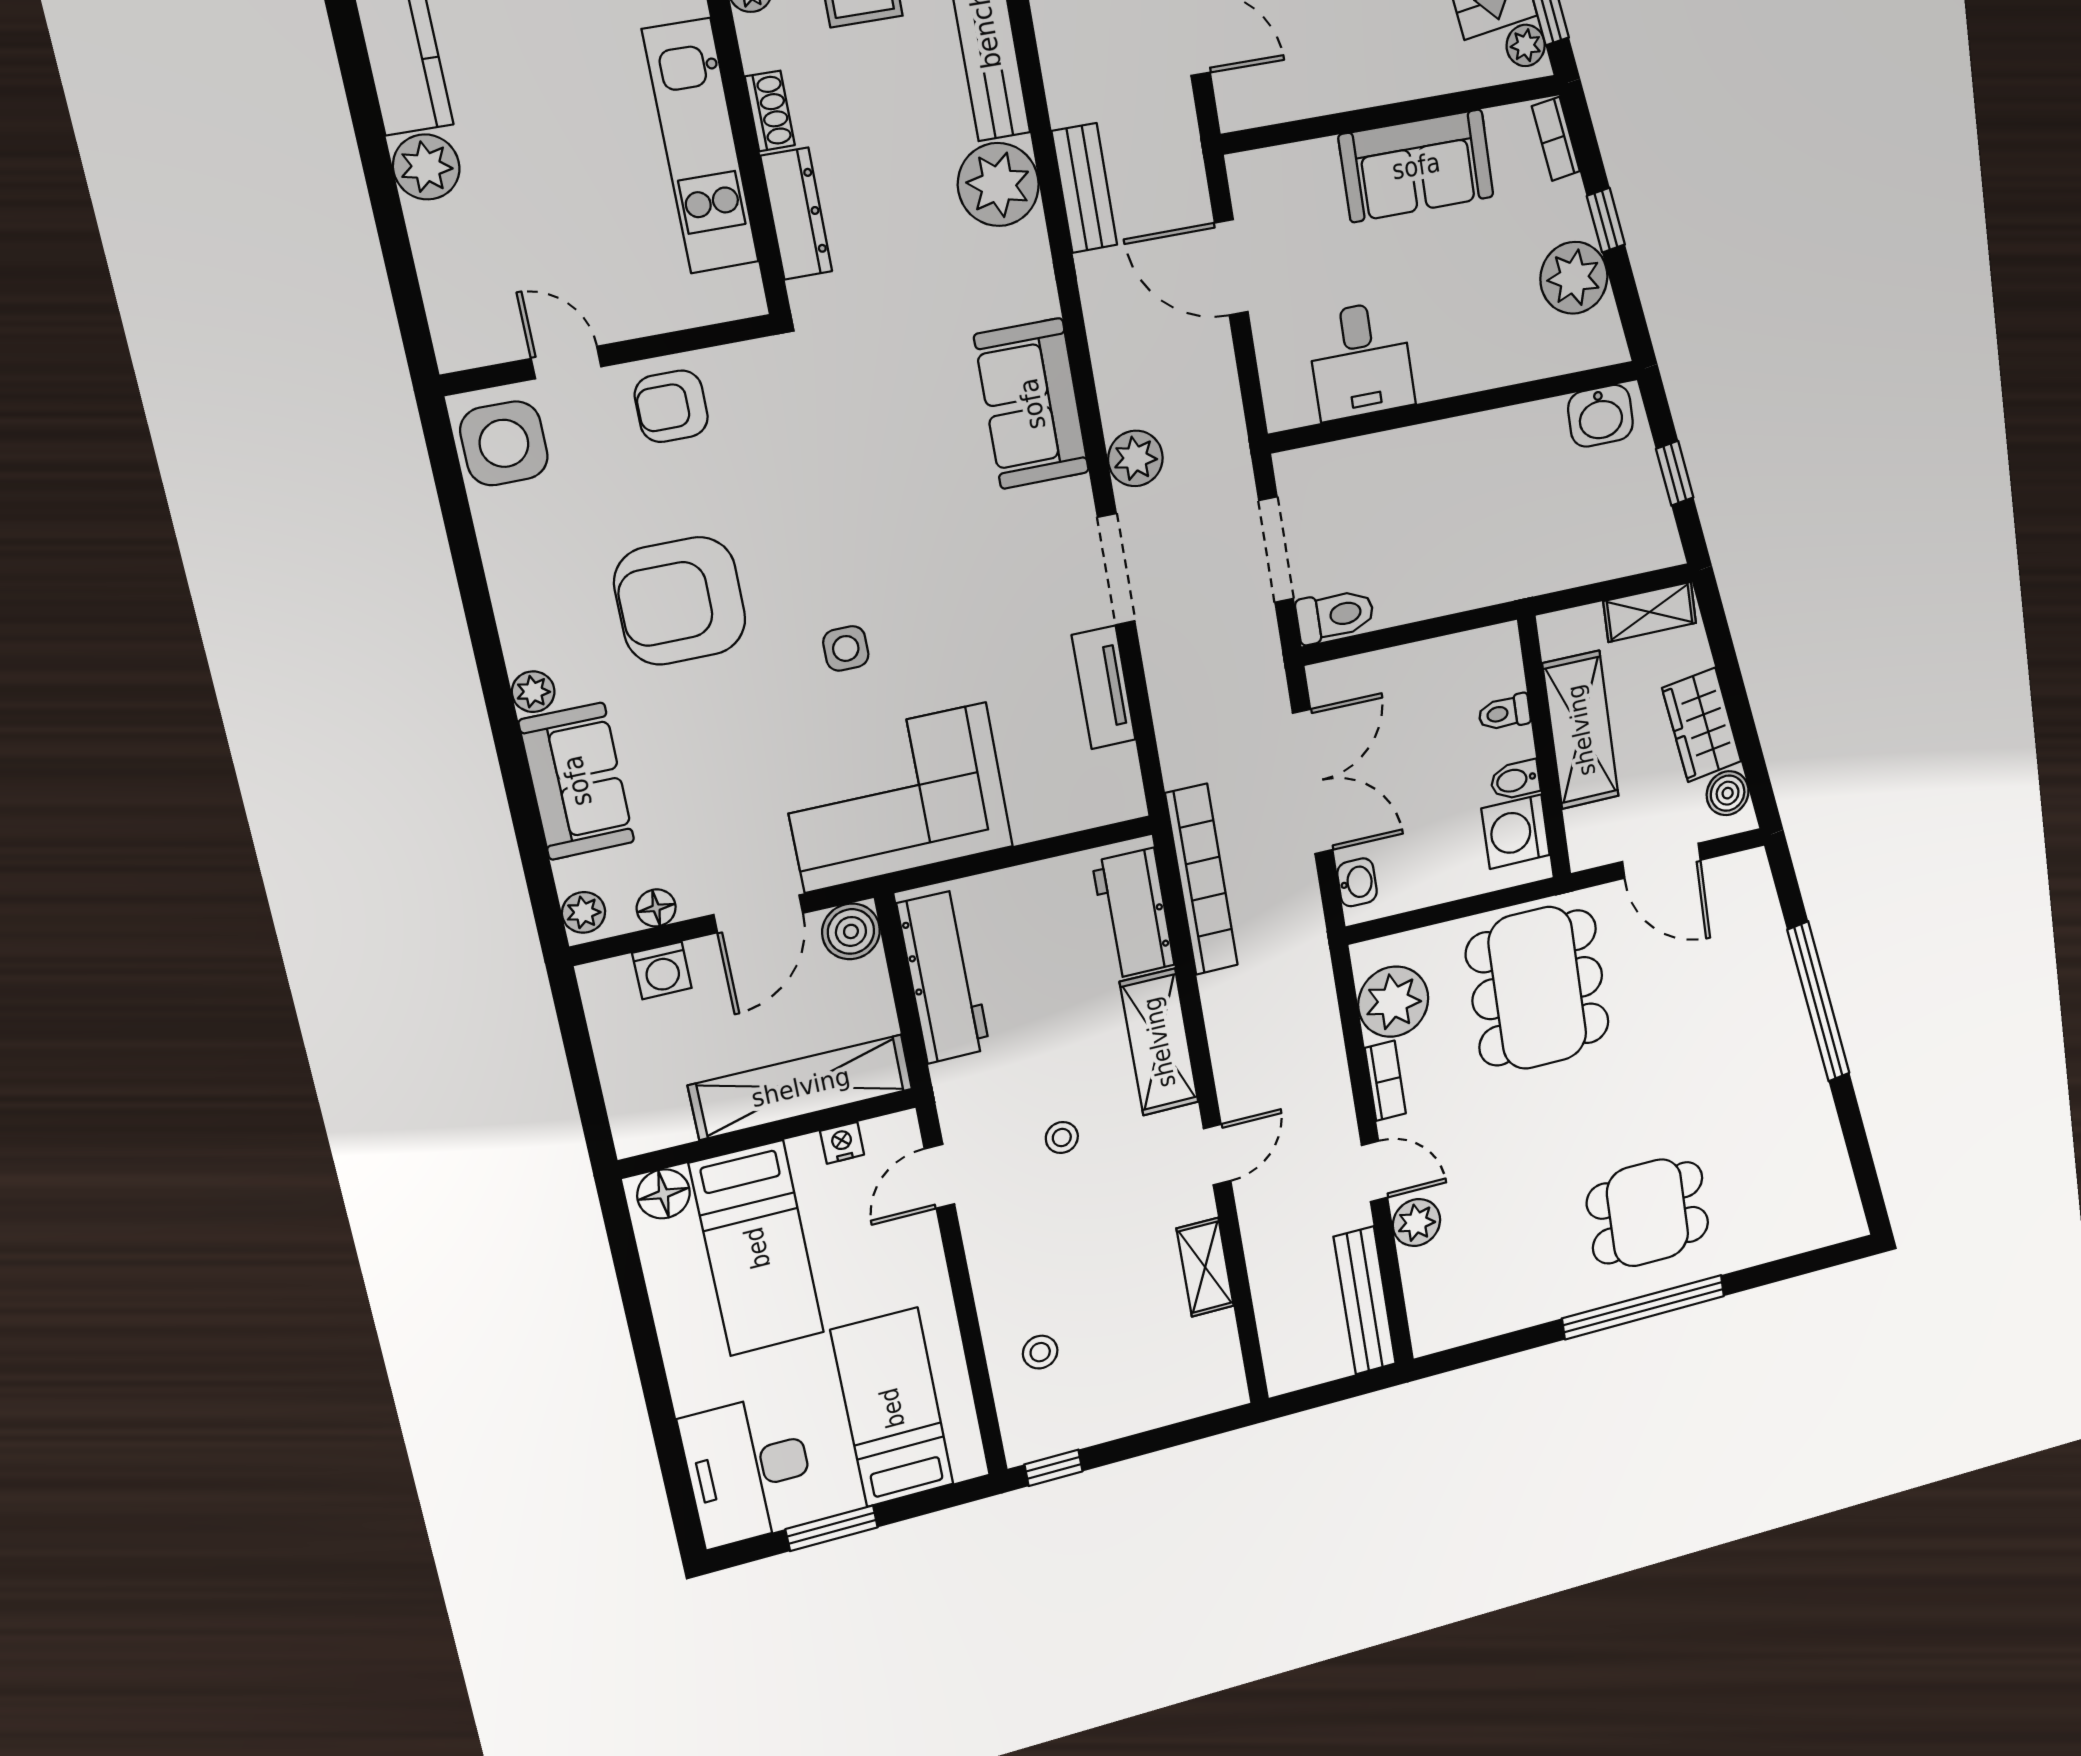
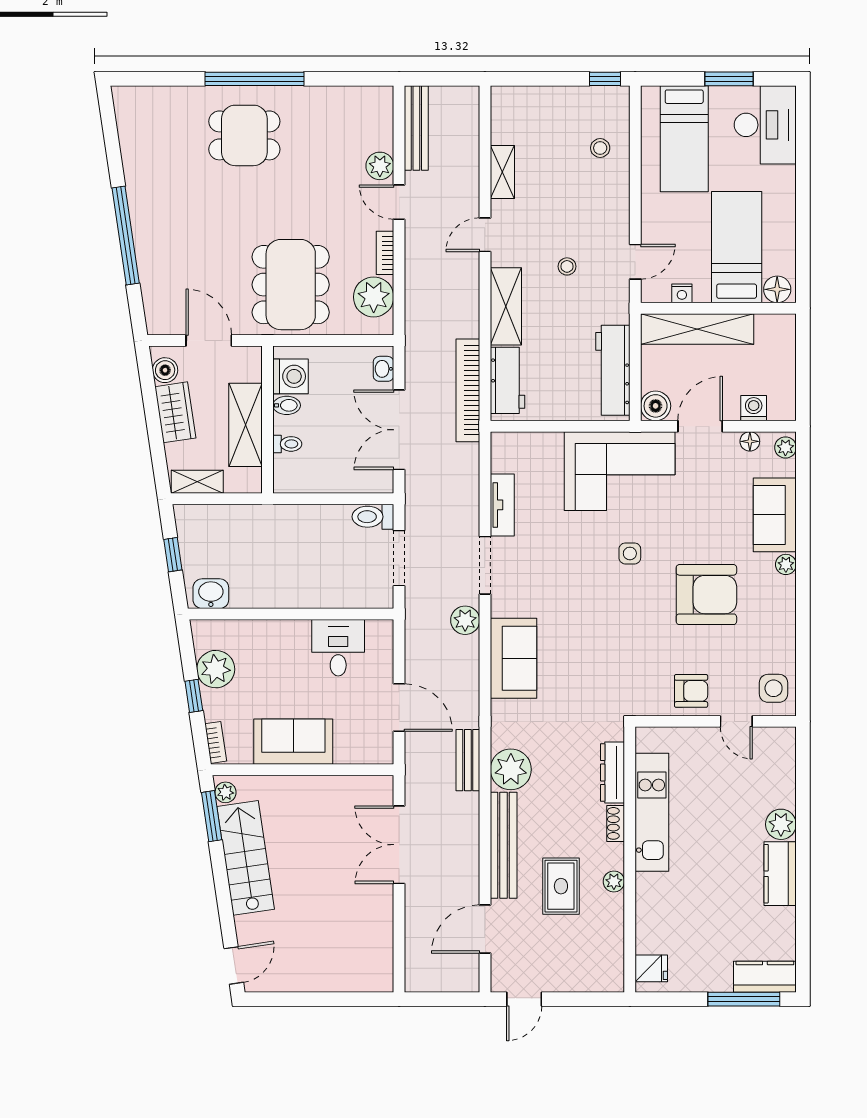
side table: (504, 443) -> (774, 688), width x0.73, depth x0.73

